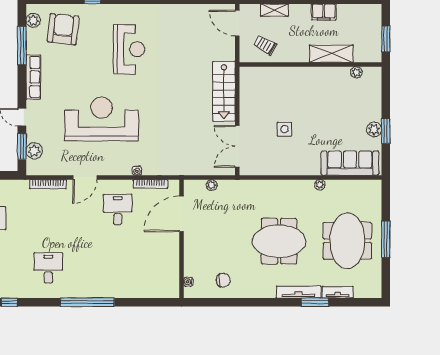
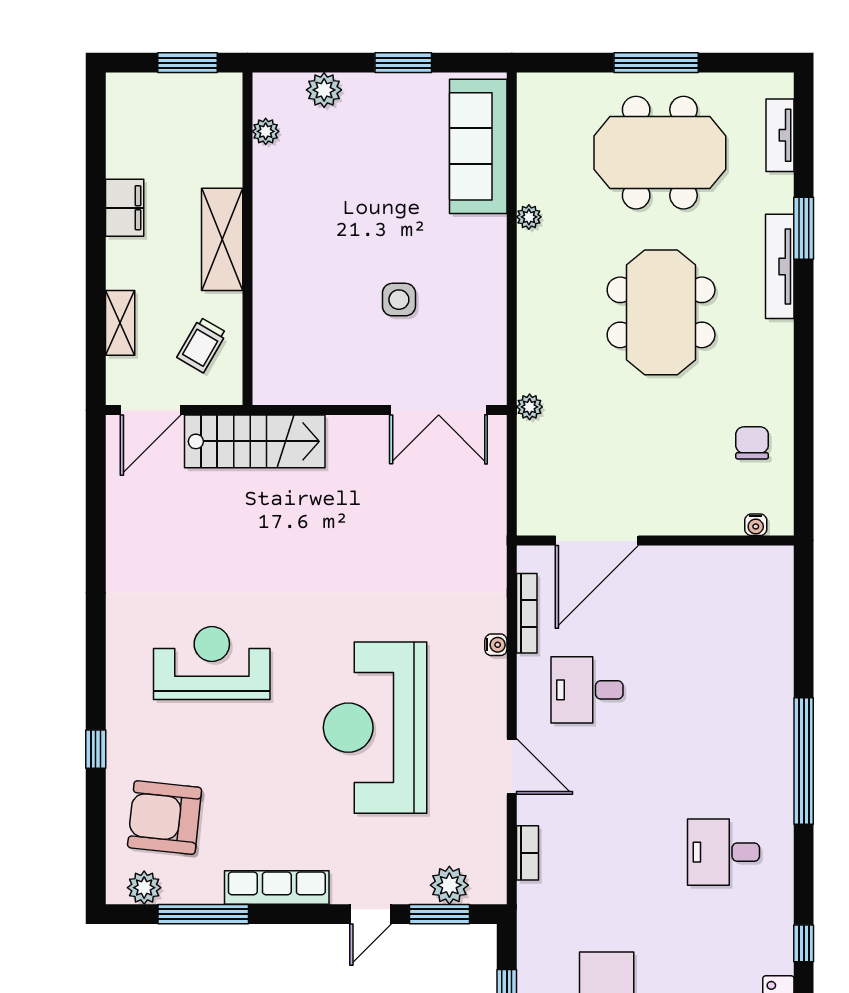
shelving: (331, 54) -> (222, 239), moved
stairs: (224, 91) -> (255, 441), moved
plant: (374, 129) -> (324, 90), moved
bookcase: (48, 184) -> (527, 853), width x0.64
plant: (212, 185) -> (530, 407), moved
door: (181, 214) -> (597, 541), hinge flipped
tv unit: (338, 292) -> (780, 135), moved

